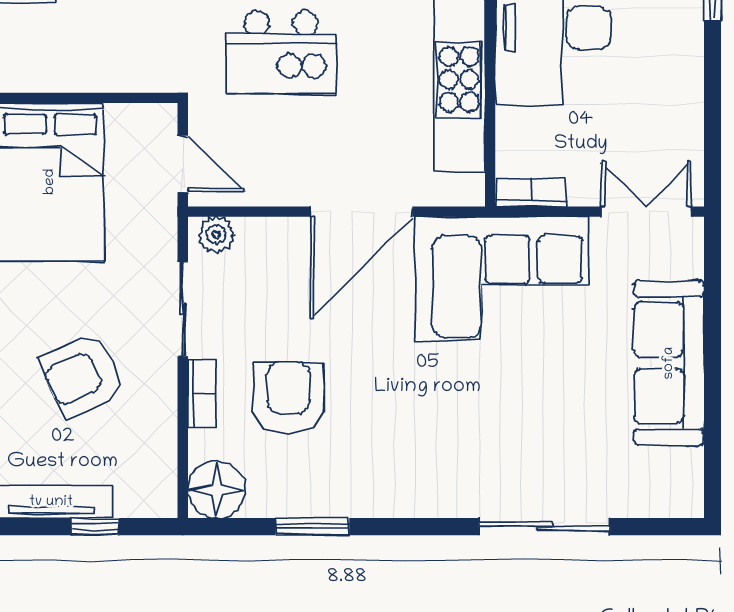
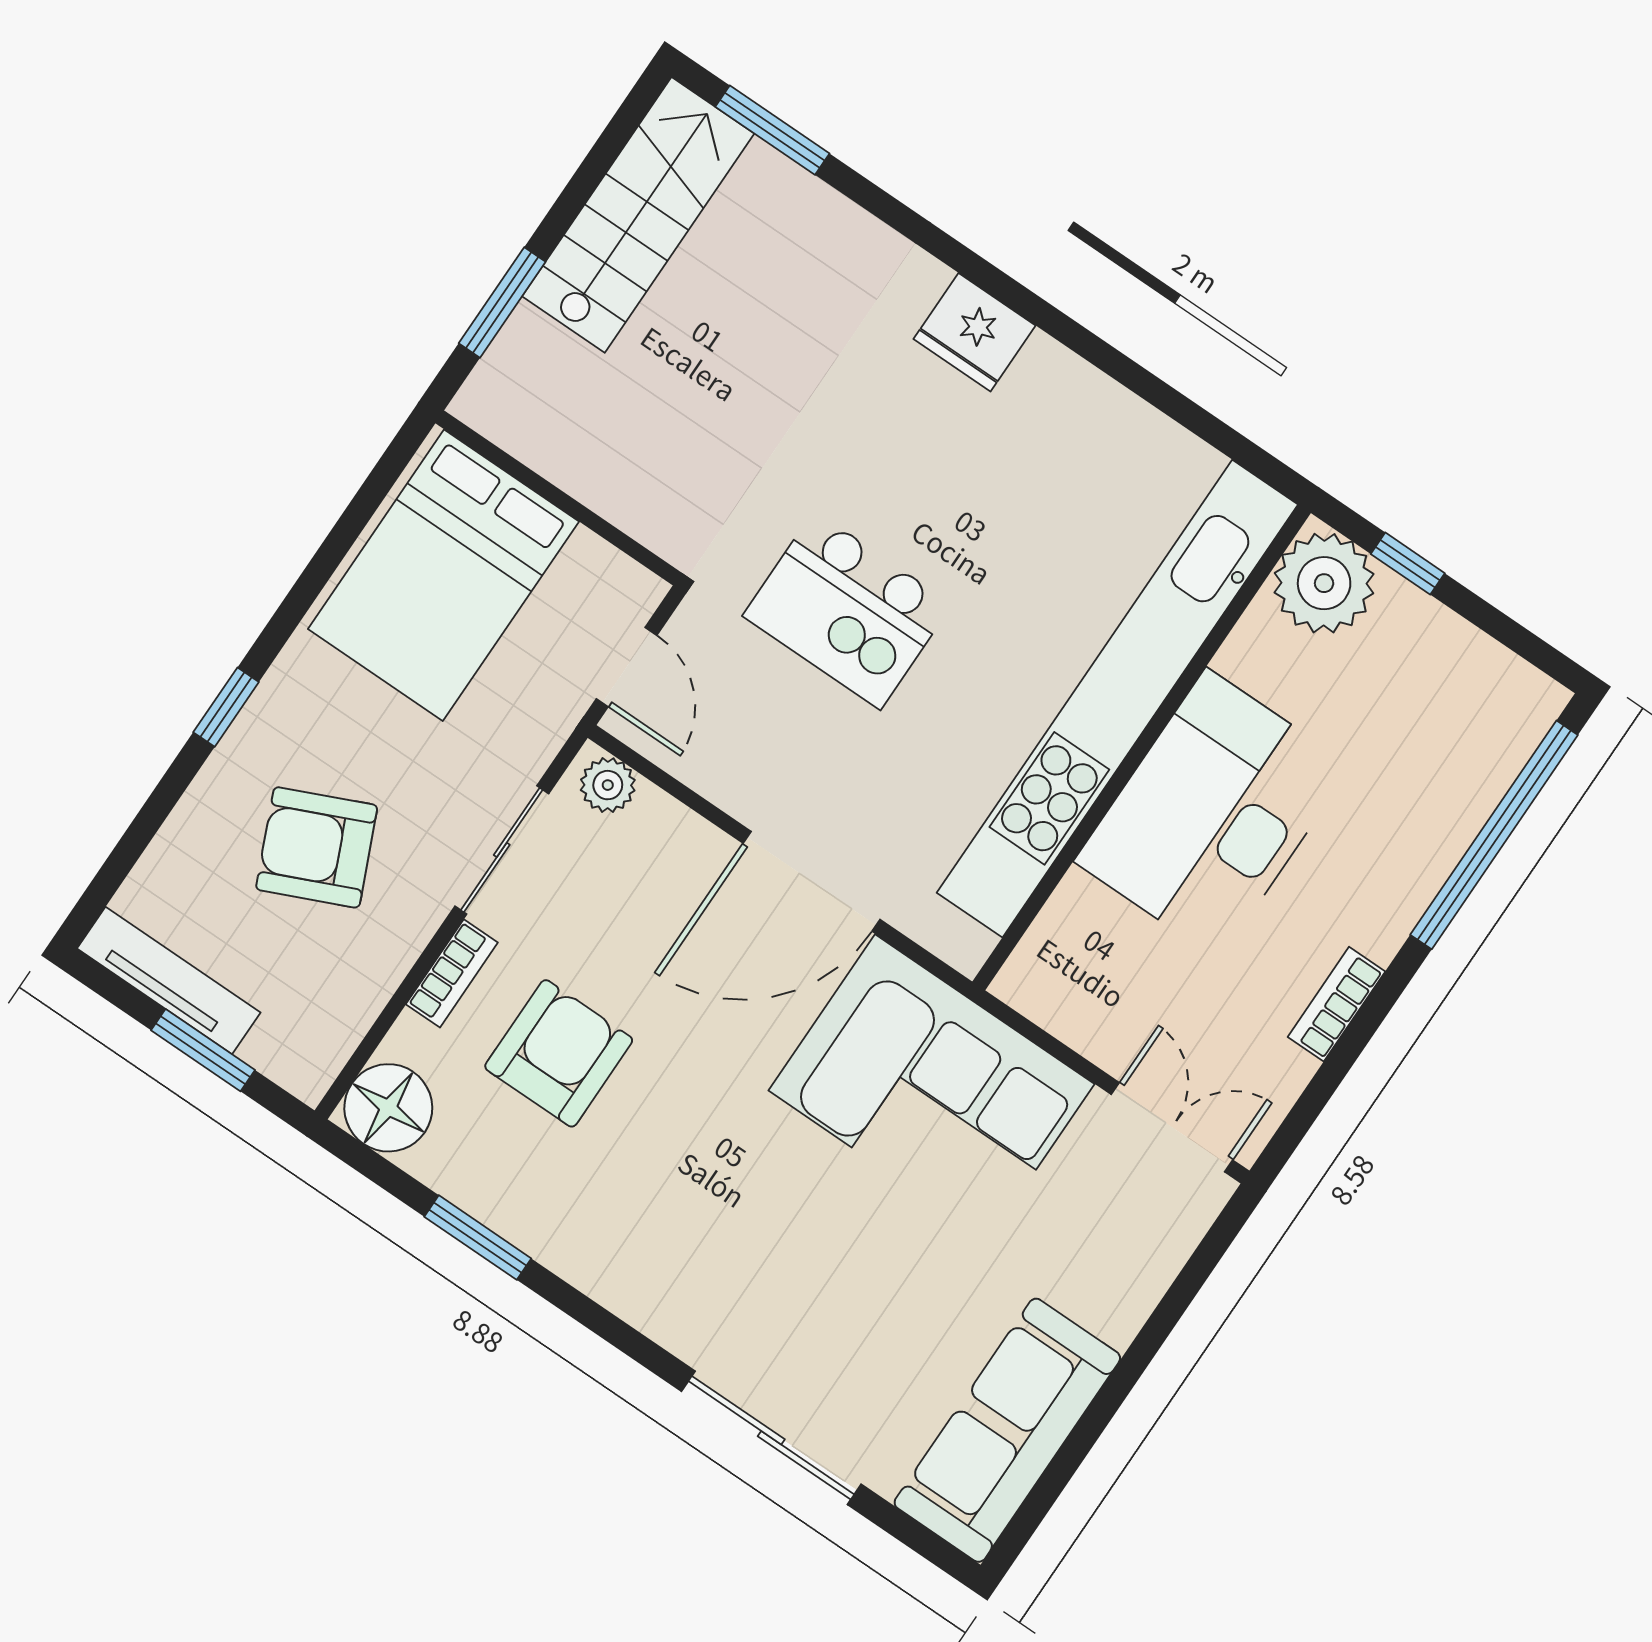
bookcase: (531, 192) -> (1336, 1004), moved, turned -90
sofa: (669, 363) -> (1007, 1430), moved
window: (95, 527) -> (203, 1050), width x1.50

